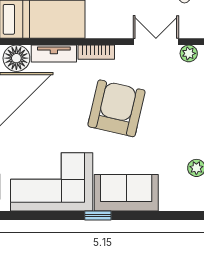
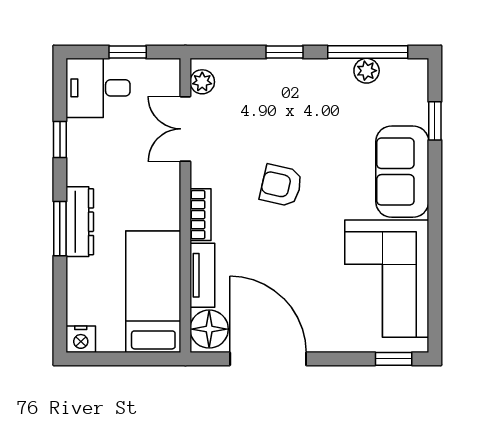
armchair: (116, 108) -> (281, 185), width x0.53, depth x0.53
window: (98, 216) -> (435, 121), moved

